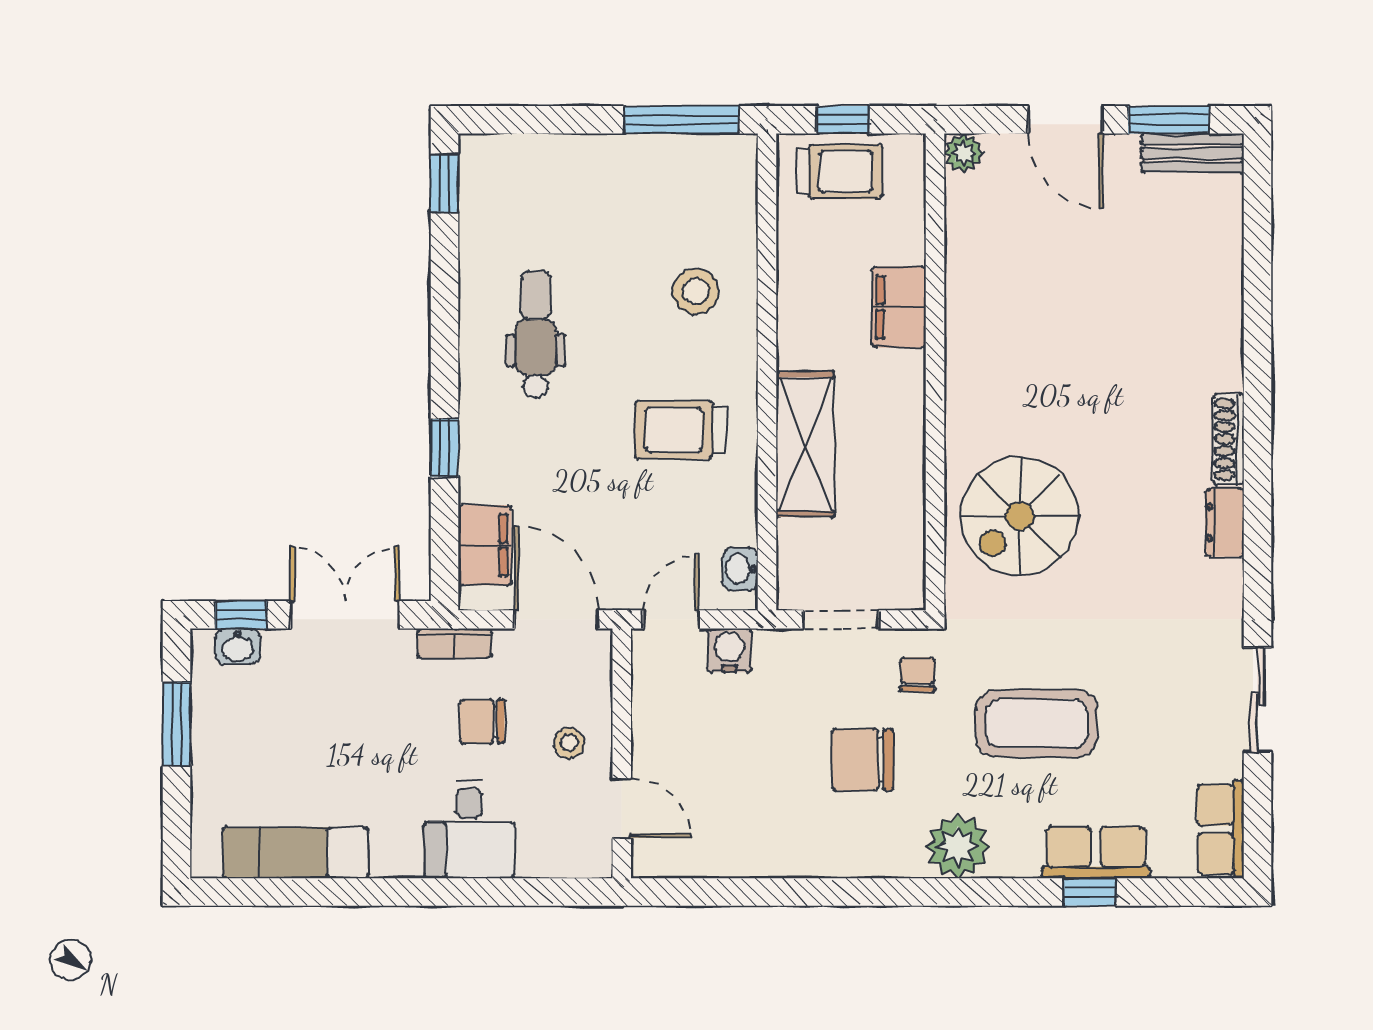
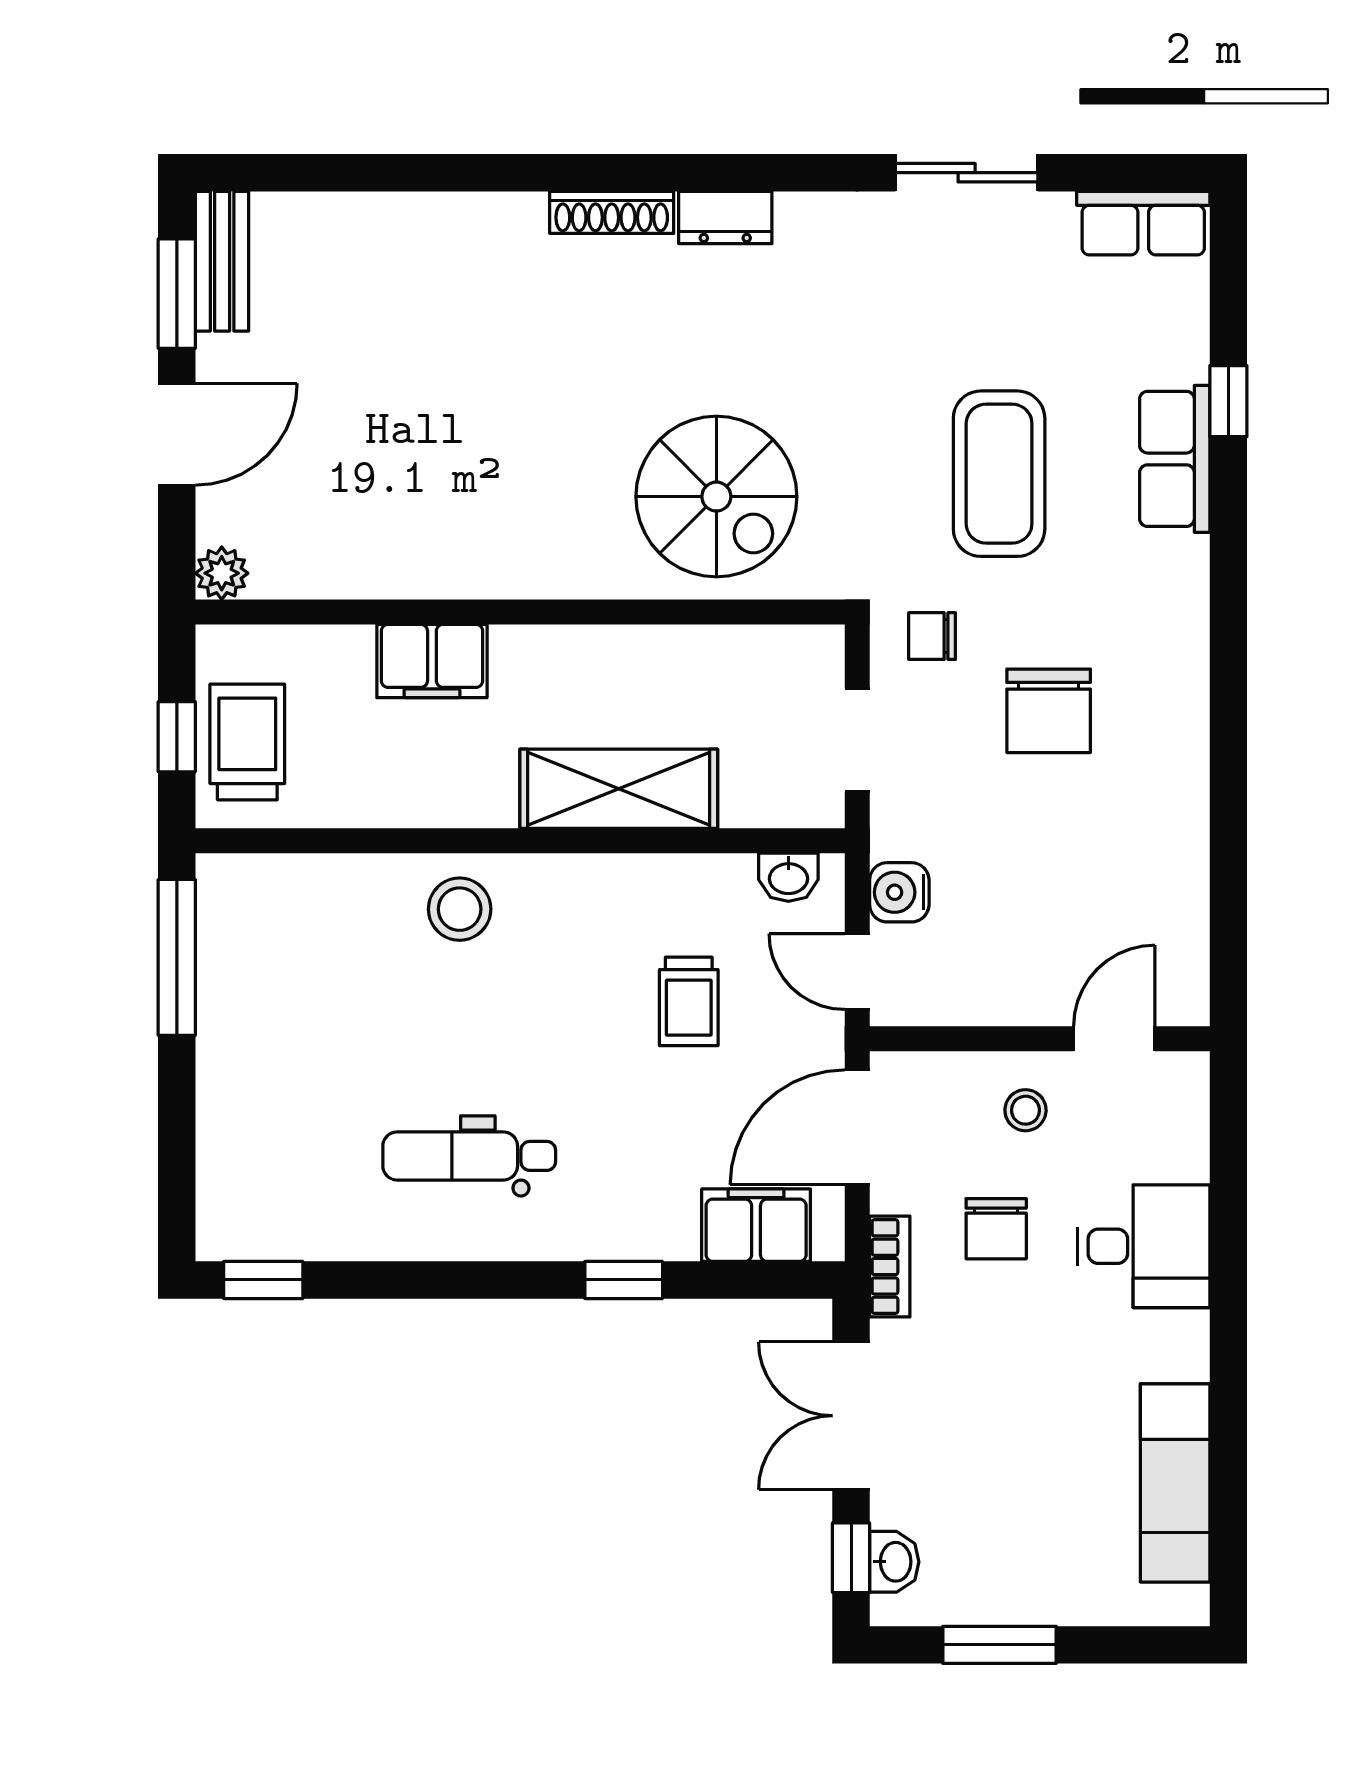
stool: (696, 291) -> (460, 909), moved
trolley: (680, 430) -> (689, 1001), moved, width x0.73, depth x0.72
plant: (958, 846) -> (1166, 581), removed
row of seats: (1096, 852) -> (1175, 459), moved

